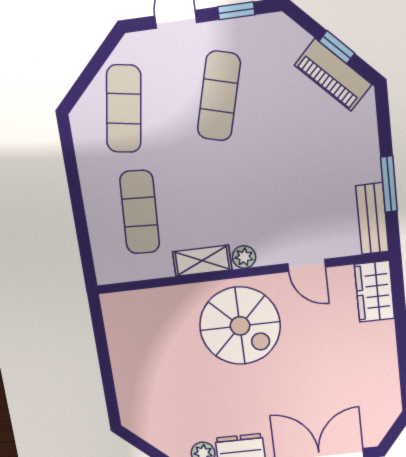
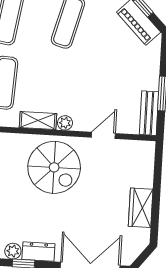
door: (307, 265) -> (103, 135), swing flipped
wardrobe: (375, 291) -> (141, 208), moved

